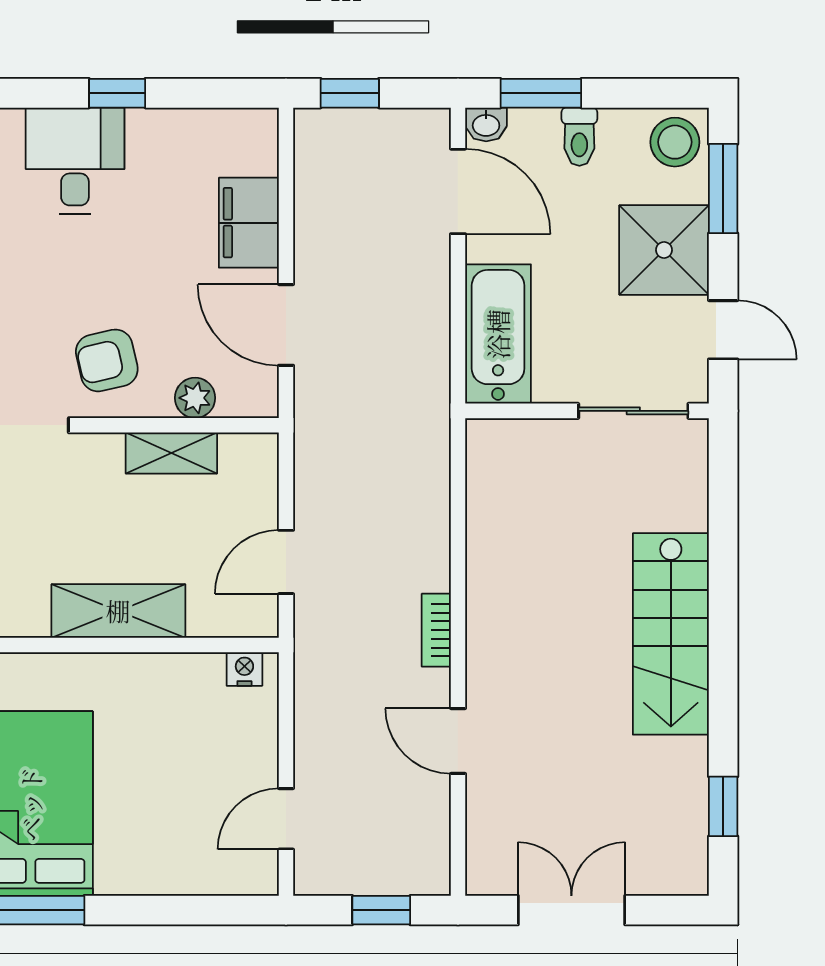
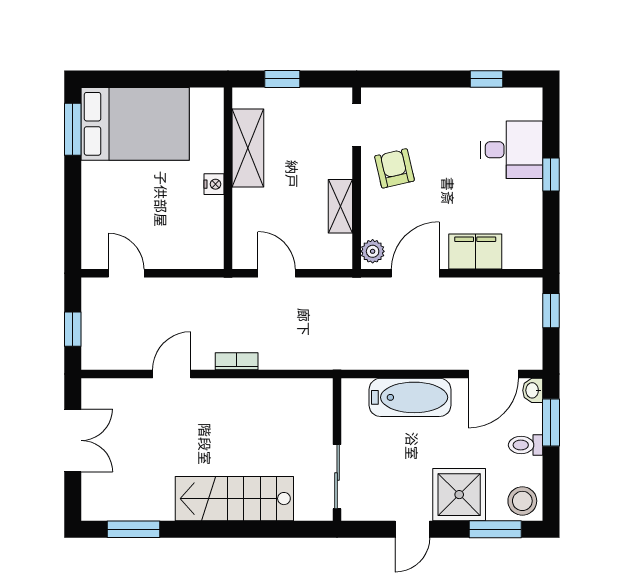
plant: (195, 398) -> (373, 251), moved
wall: (587, 411) -> (337, 449), moved
sliding door: (633, 411) -> (337, 477), moved
shelving: (118, 611) -> (248, 148), moved
nightstand: (244, 669) -> (214, 184), moved
window: (723, 806) -> (133, 529), width x1.50

